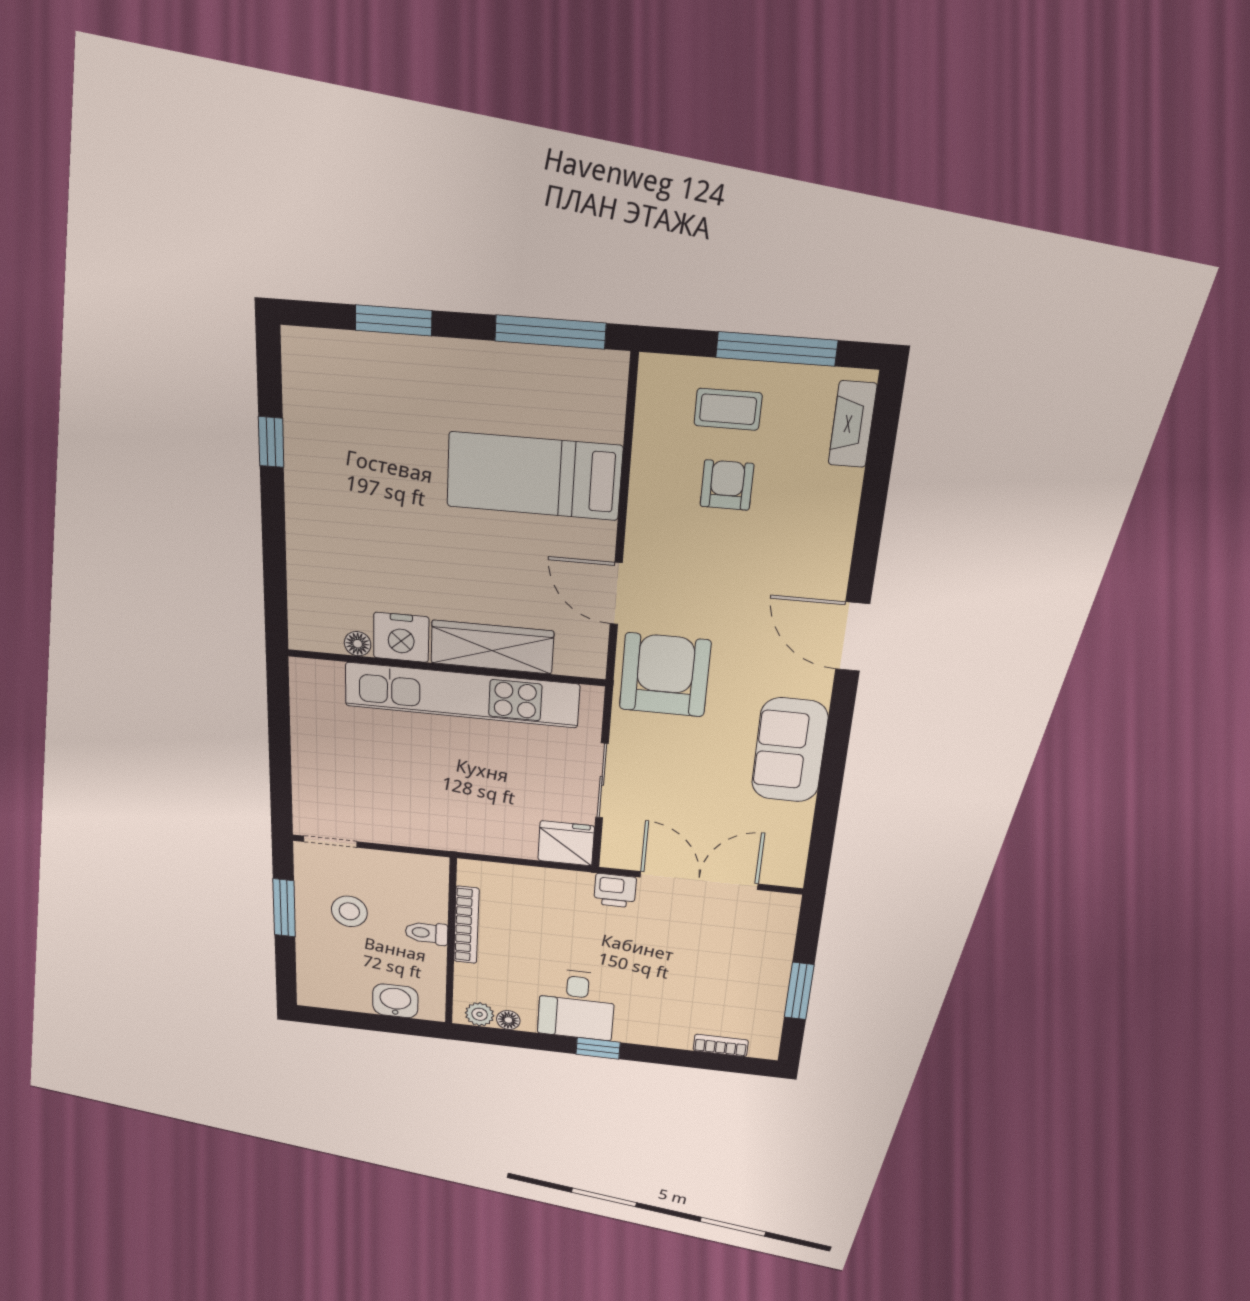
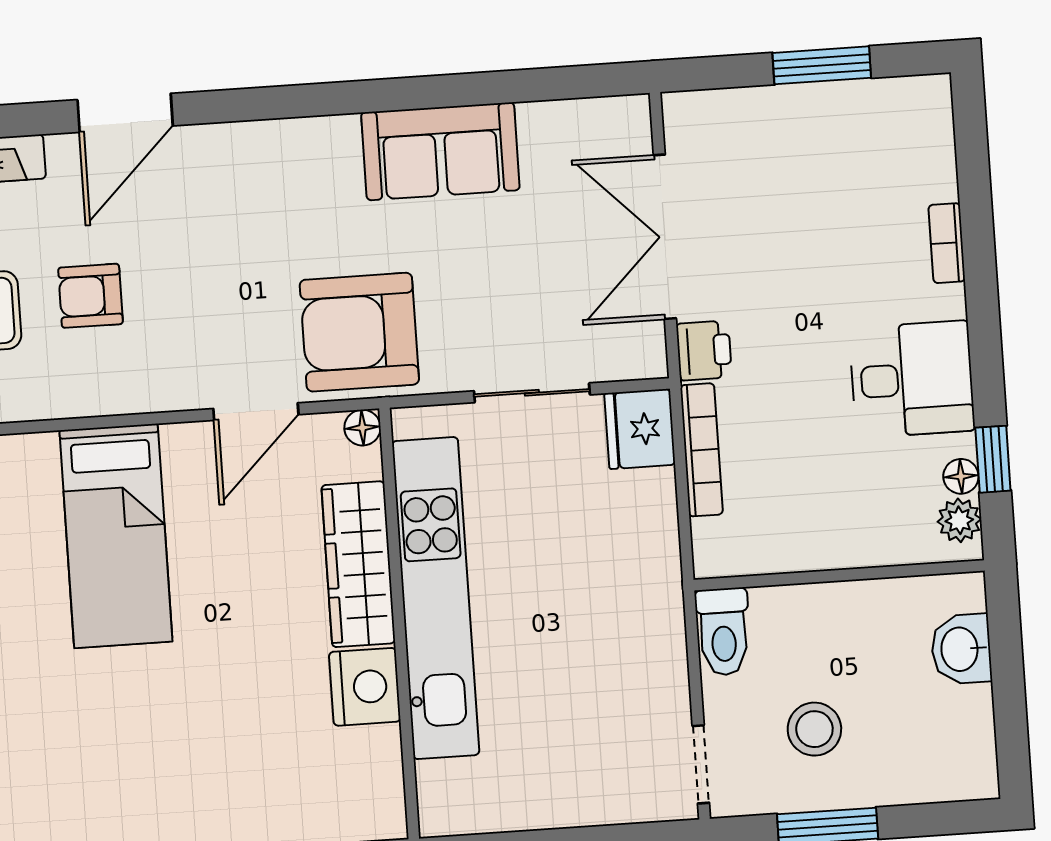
door: (853, 637) -> (125, 113), moved
floor lamp: (358, 644) -> (362, 428), moved
bookcase: (466, 925) -> (701, 450), moved, turned 90
toilet: (427, 933) -> (723, 632), moved, width x1.37, depth x1.39
bookcase: (721, 1045) -> (947, 243), moved
window: (598, 1048) -> (993, 459), moved

